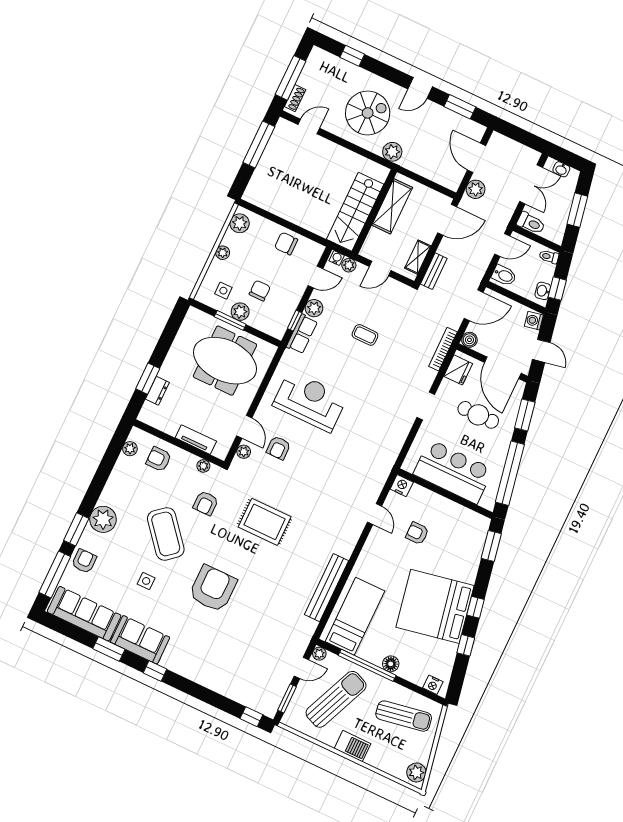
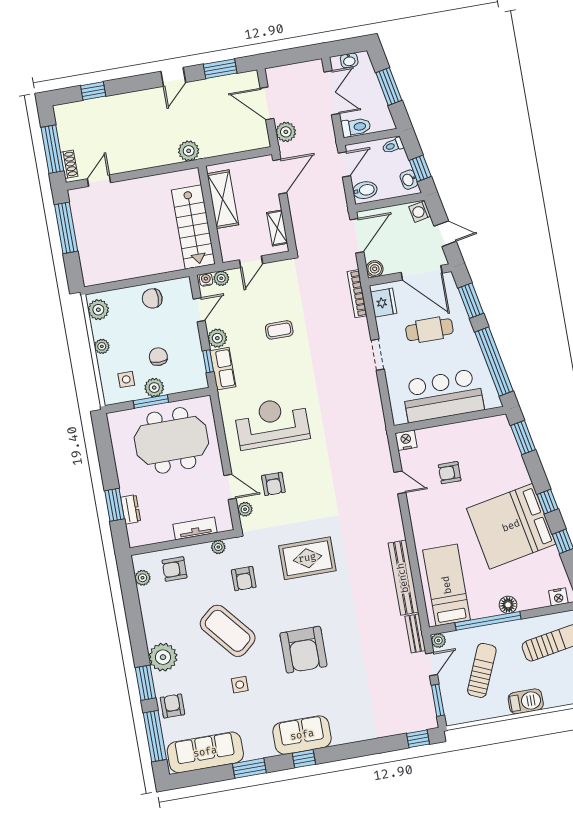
spiral stairs: (368, 113) -> (143, 132), removed
bench: (434, 271) -> (415, 633), moved
armchair: (213, 589) -> (303, 650), turned 180
sofa: (140, 640) -> (302, 735), moved
sun lounger: (336, 699) -> (482, 670), width x0.73, depth x0.75

